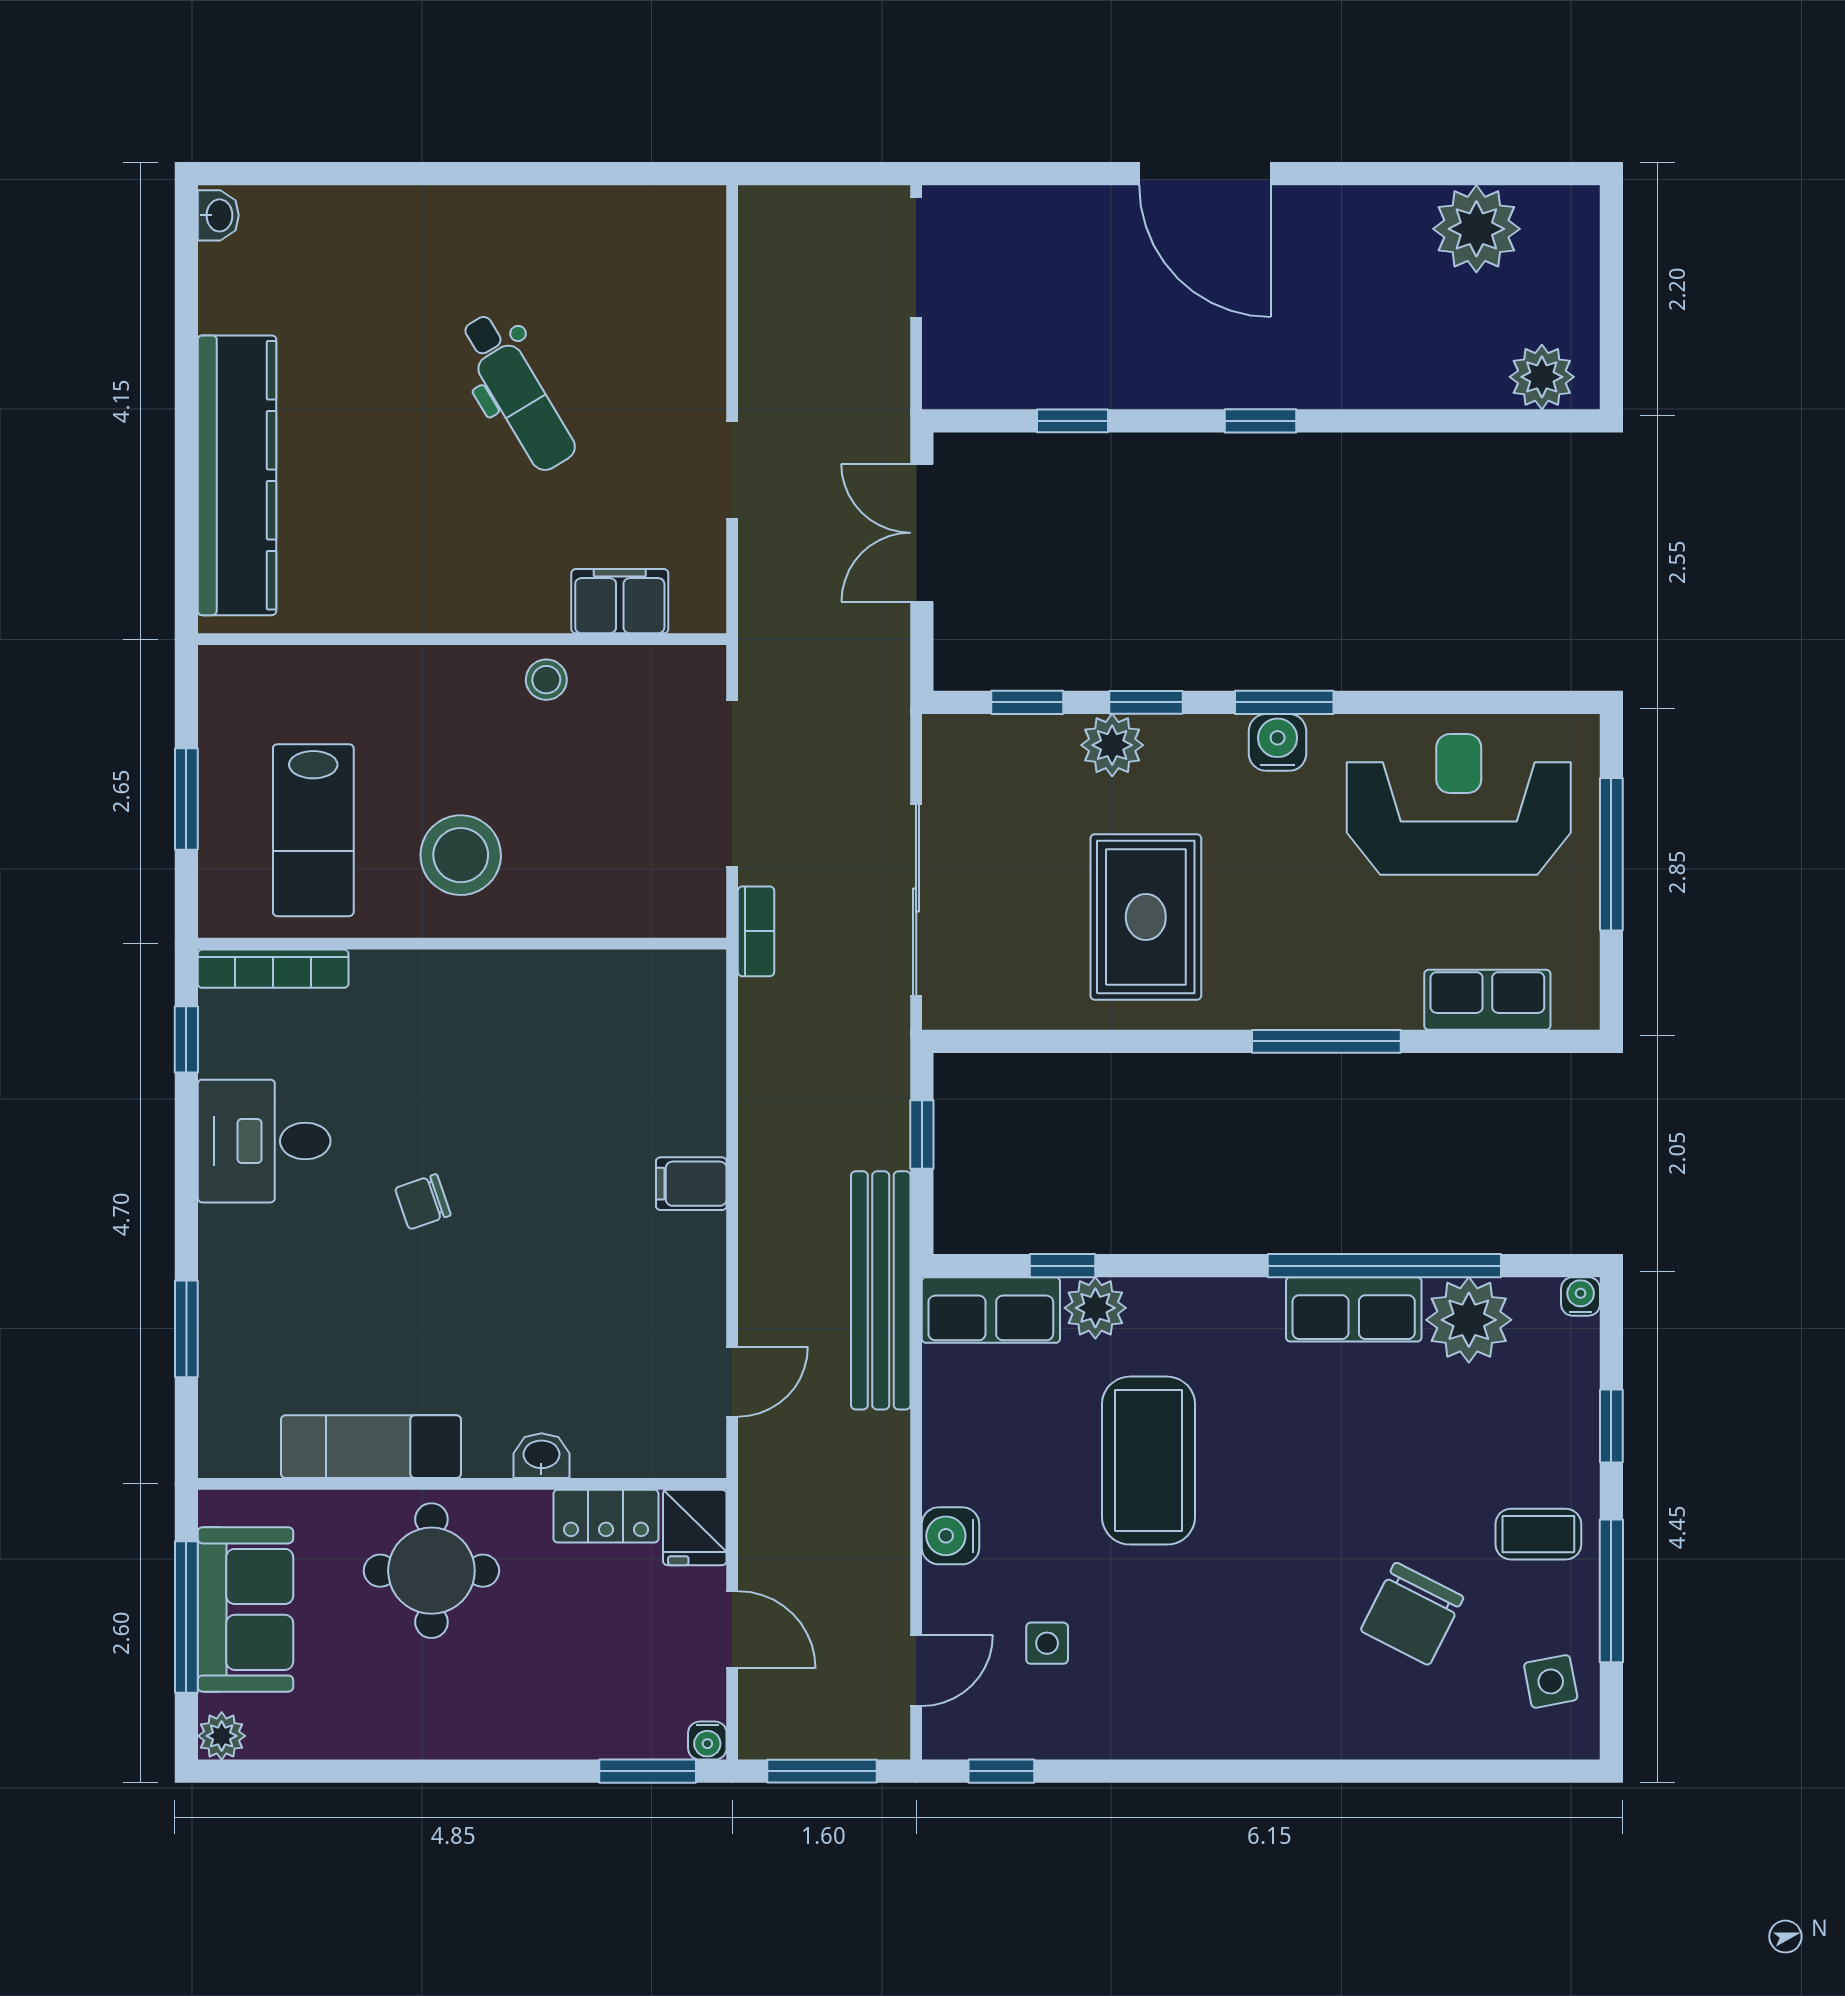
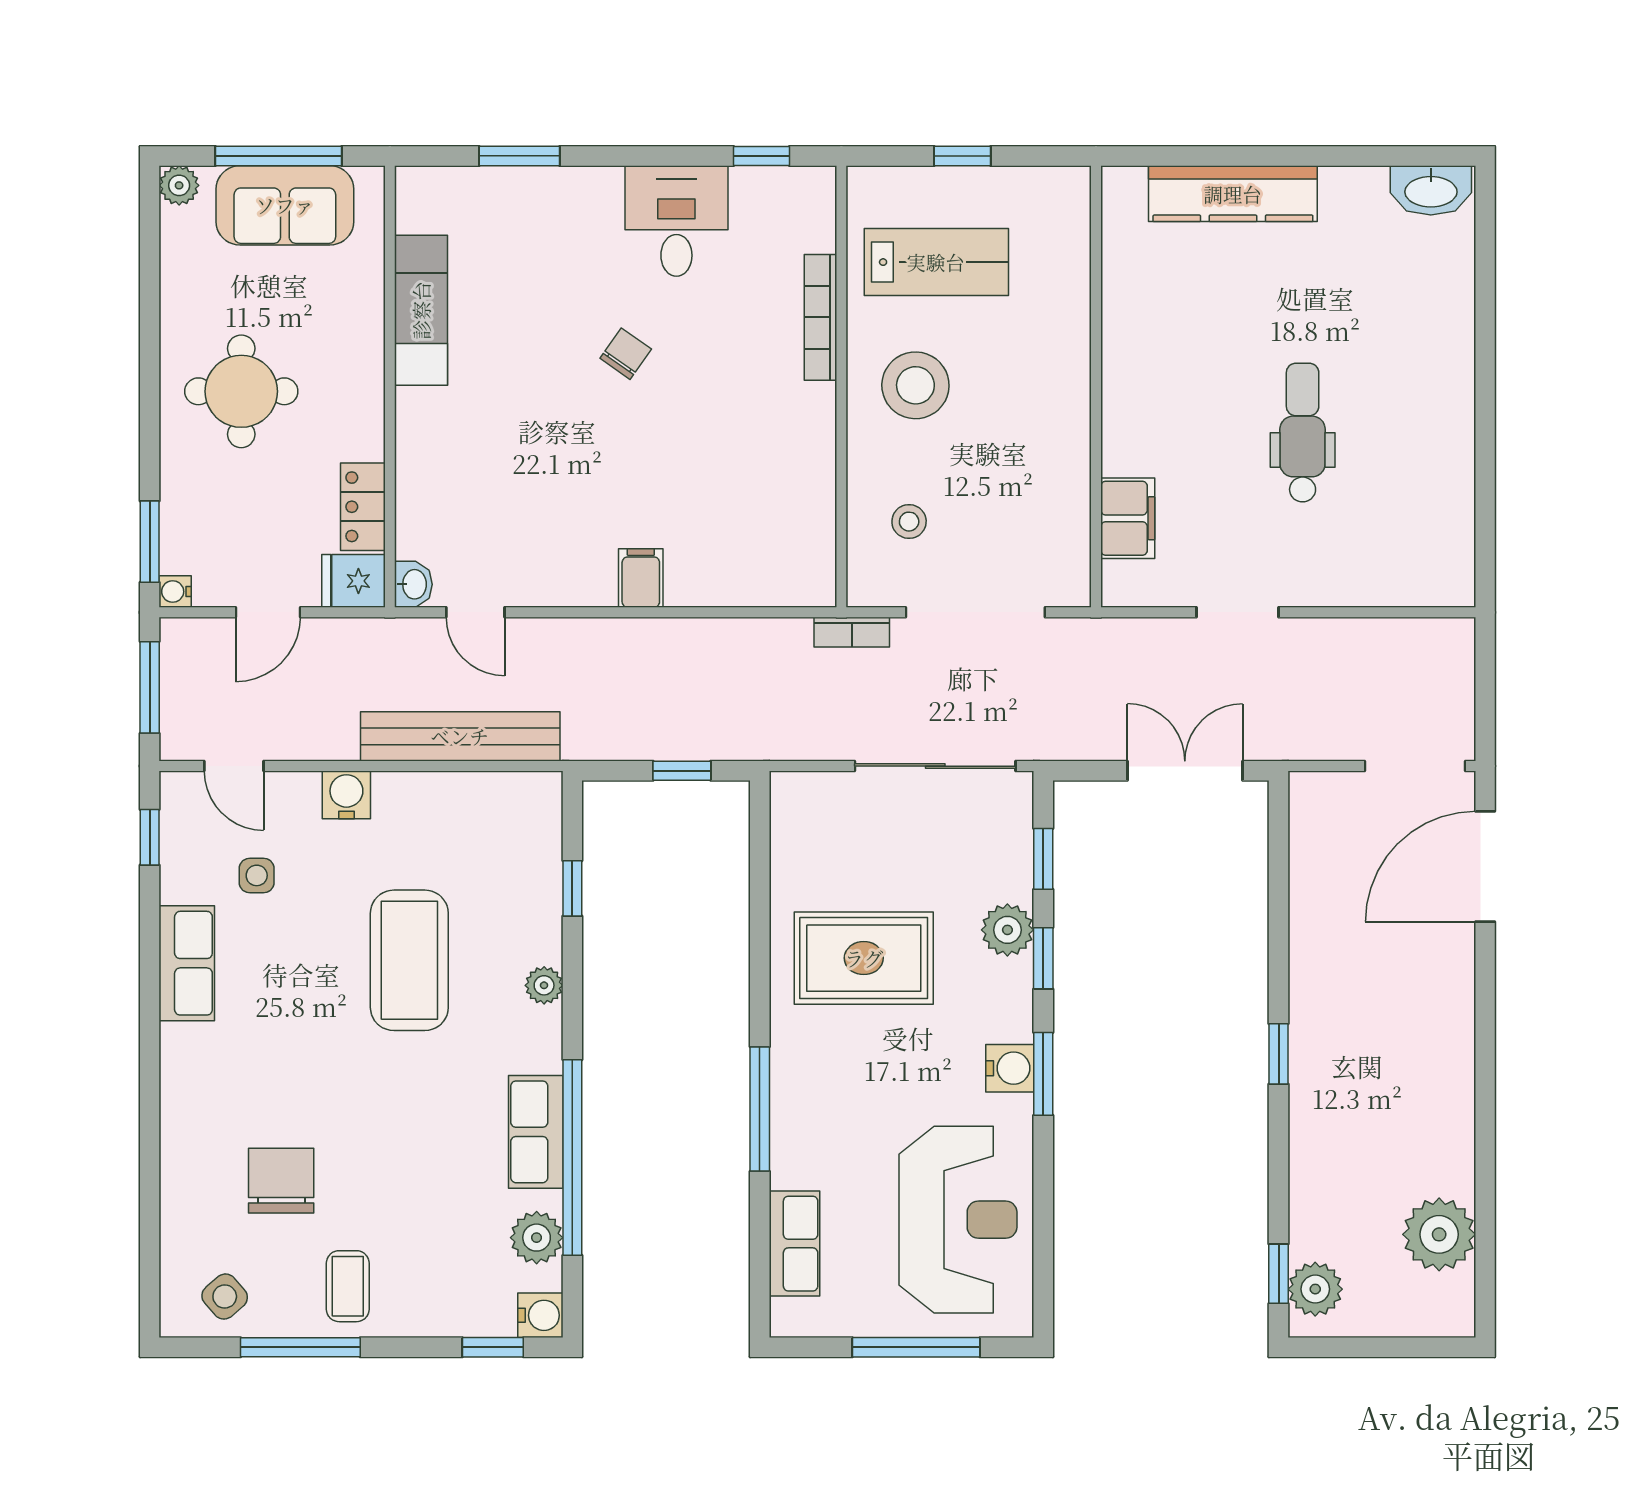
door: (1205, 174) -> (1485, 866), moved
washbasin: (218, 215) -> (1431, 190), width x1.91, depth x1.45
dental chair: (517, 392) -> (1303, 433), turned 121
window: (1073, 421) -> (1279, 1274), moved
kitchen counter: (237, 475) -> (1233, 194), width x0.72, depth x0.86
stool: (546, 680) -> (909, 522), moved
window: (186, 799) -> (962, 156), width x0.67
lab bench: (313, 830) -> (936, 262), turned 180
sliding door: (916, 900) -> (935, 766), moved
bookcase: (273, 969) -> (820, 317), moved
chair: (423, 1202) -> (626, 354), turned 54
bench: (881, 1290) -> (460, 736), moved
water cooler: (1581, 1296) -> (540, 1315), width x1.38, depth x1.38
plant: (1095, 1308) -> (544, 985), moved, width x0.73, depth x0.73
row of seats: (991, 1310) -> (187, 963), moved, turned 180
plant: (1469, 1320) -> (537, 1238), width x0.73, depth x0.73
window: (1611, 1426) -> (493, 1347), moved
washbasin: (541, 1456) -> (413, 584), moved
coffee table: (1149, 1461) -> (409, 960), turned 90
round table: (431, 1571) -> (241, 391), moved
chair: (1412, 1614) -> (281, 1181), turned 63
side table: (1551, 1681) -> (225, 1297), turned -30

